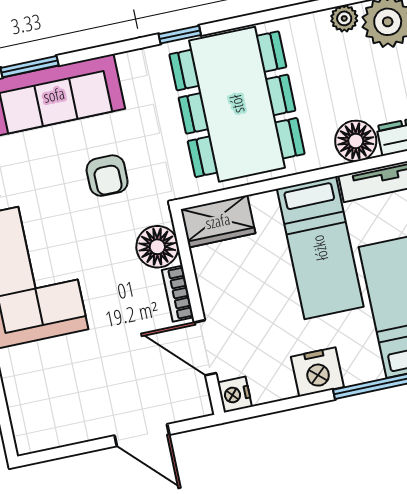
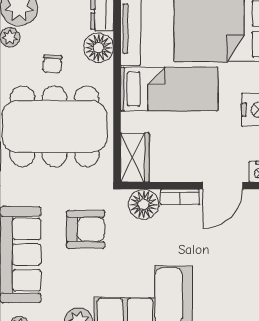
chair: (320, 83) -> (52, 64), added
armchair: (107, 176) -> (86, 229), width x1.38, depth x1.38

